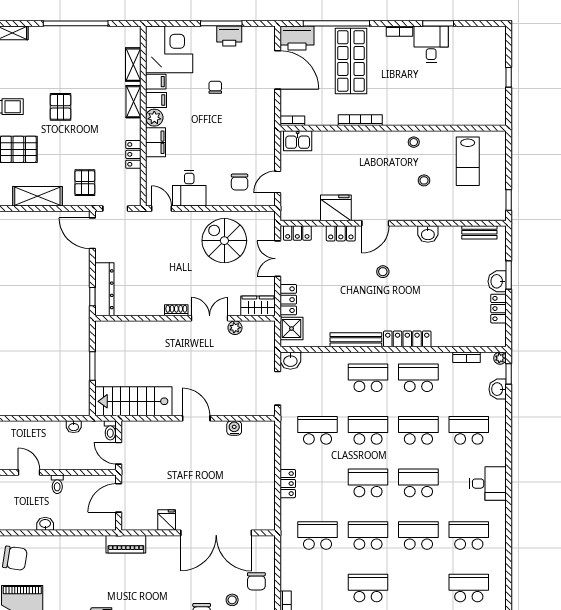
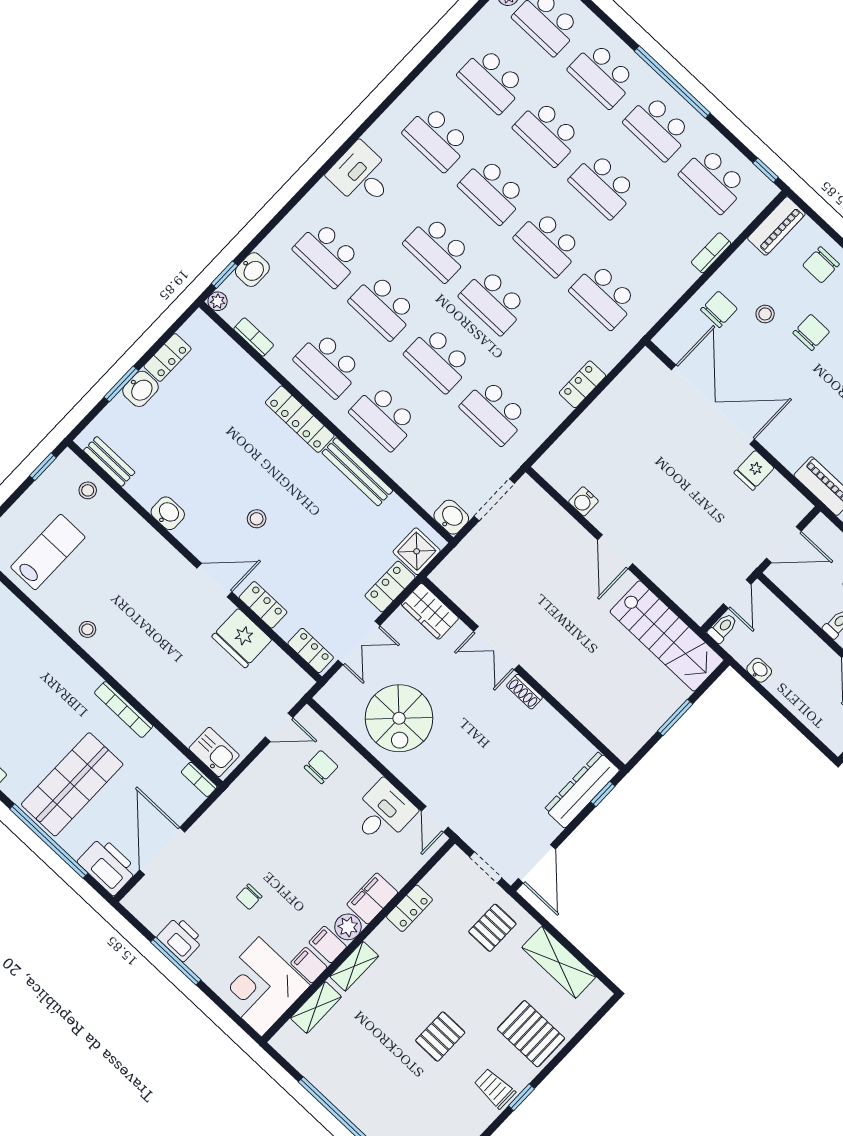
stool: (424, 180) -> (88, 490), moved
plant: (235, 328) -> (478, 611), removed
school desk: (418, 588) -> (547, 133), added

